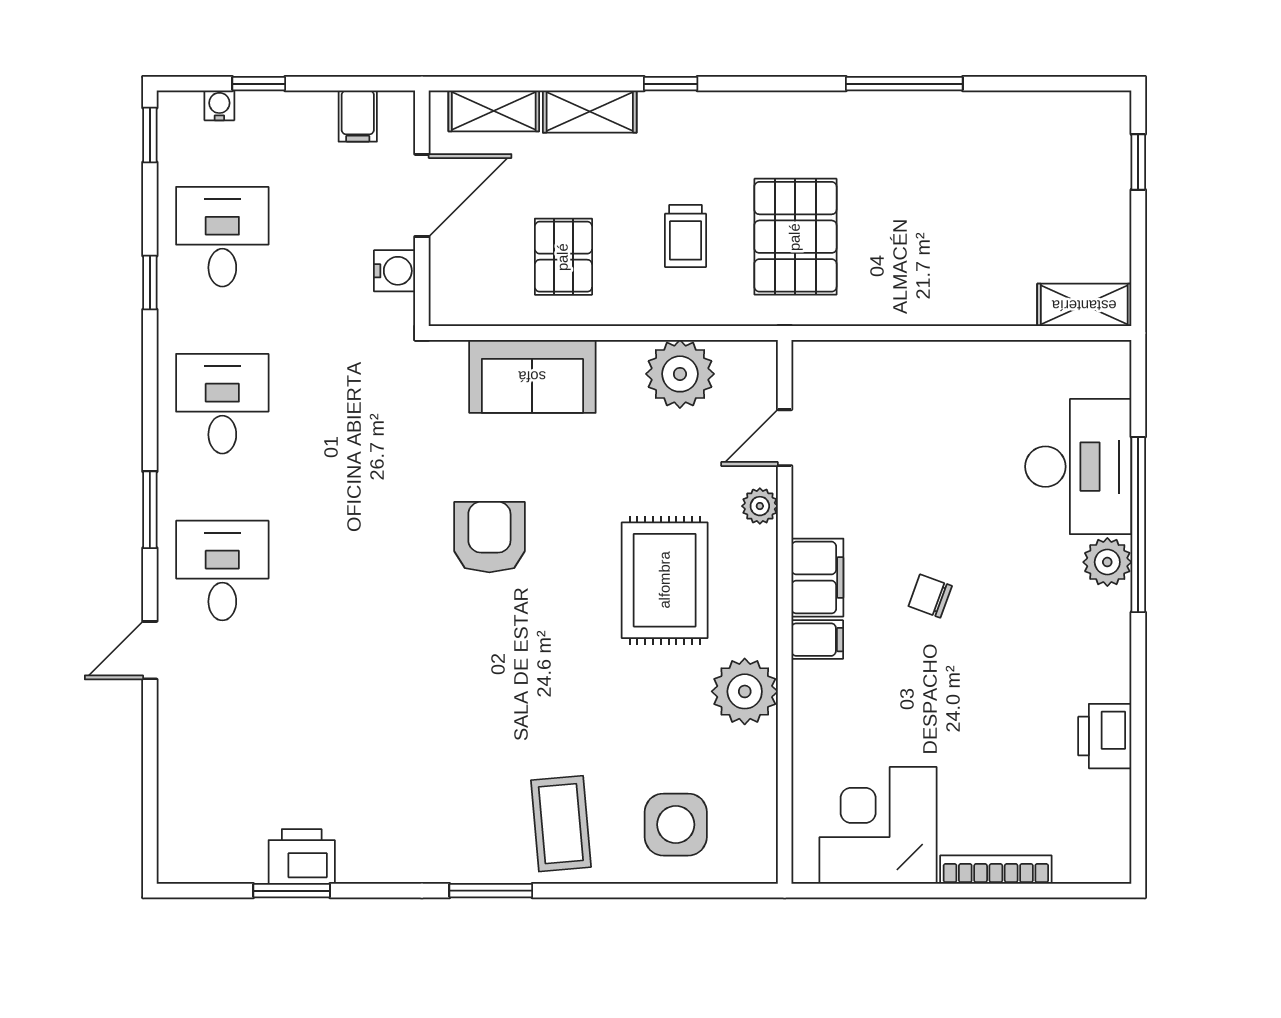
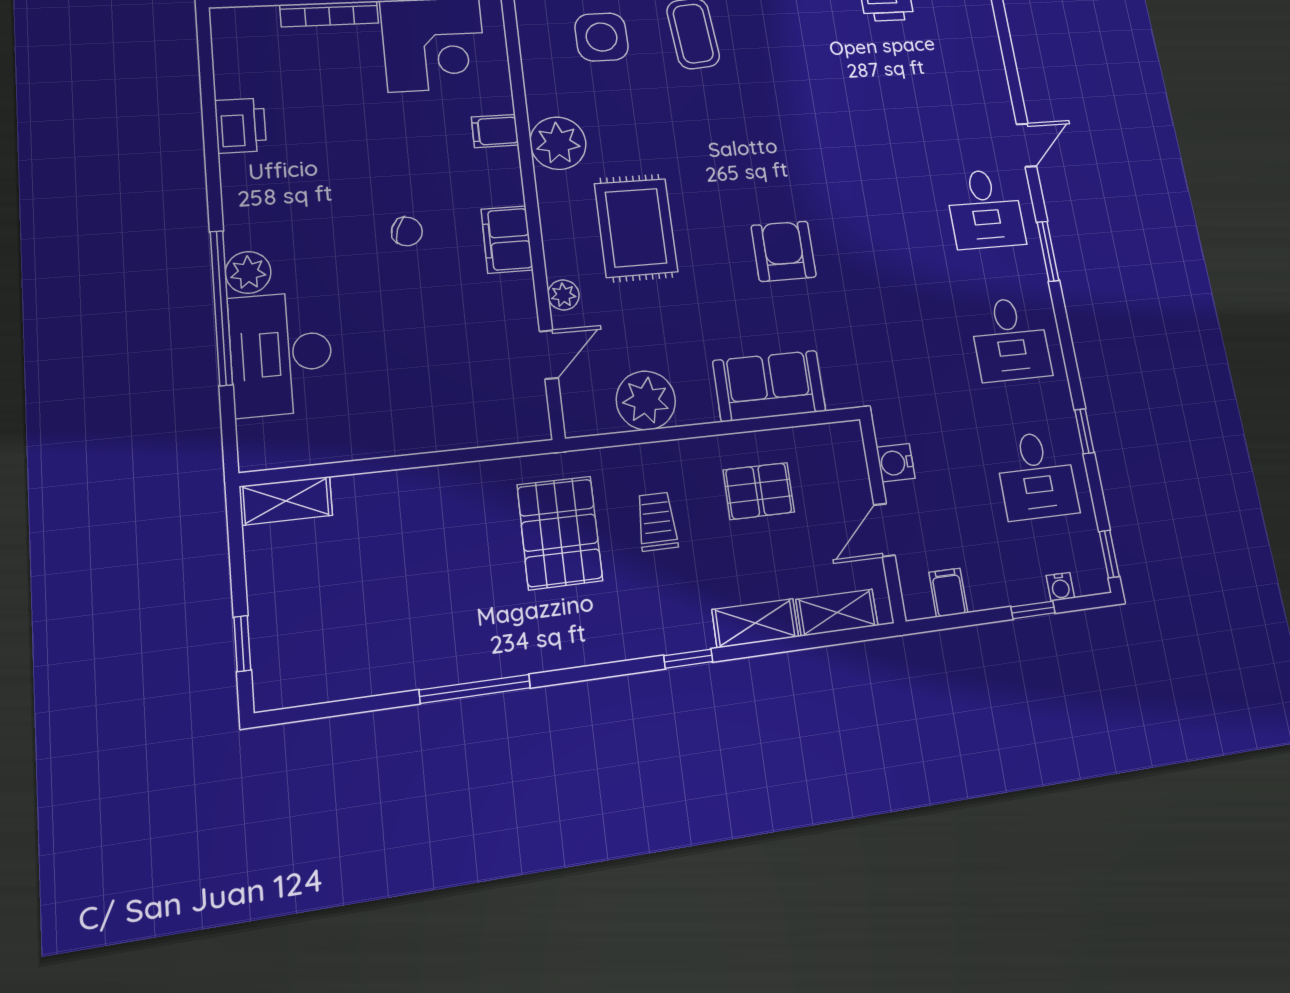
door: (422, 195) -> (884, 530), width x0.73
pallet: (563, 257) -> (759, 491), turned 90
armchair: (489, 537) -> (784, 251), turned 180
filing cabinet: (817, 640) -> (495, 131), moved

